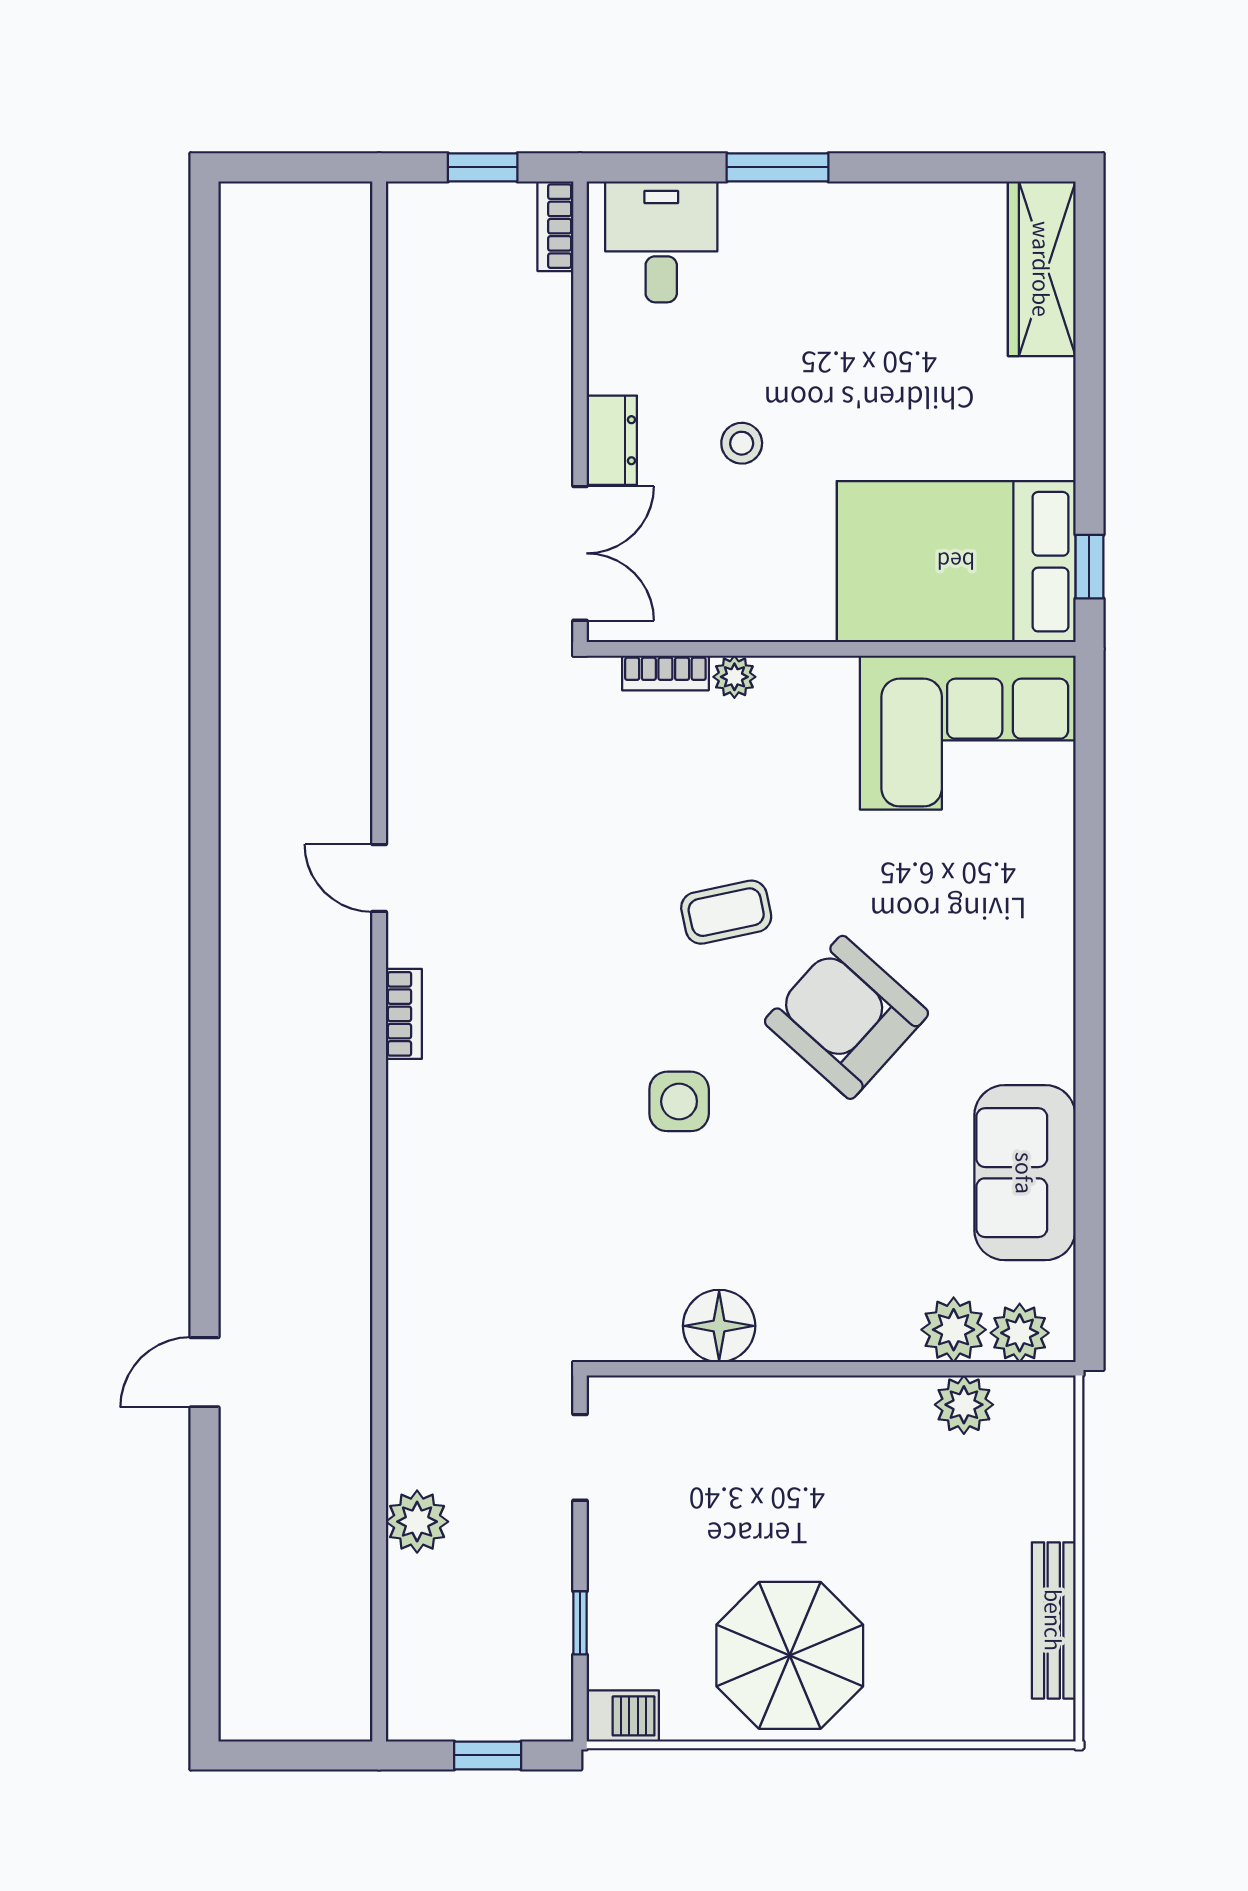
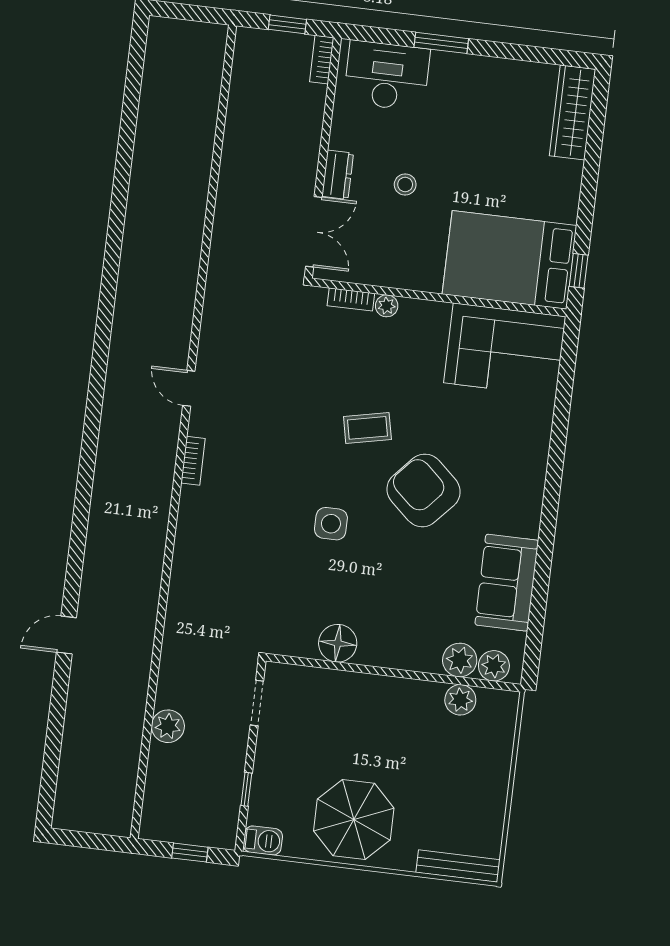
desk: (661, 242) -> (387, 76), width x1.37
bench: (1054, 1620) -> (458, 866), moved, turned 90

